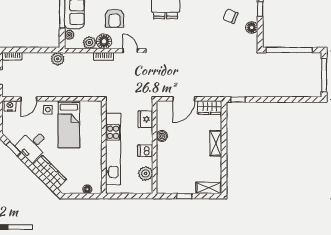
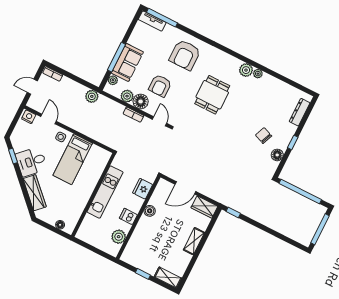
door: (29, 99) -> (48, 119), swing flipped
kitchen unit: (113, 149) -> (105, 192), width x0.73

